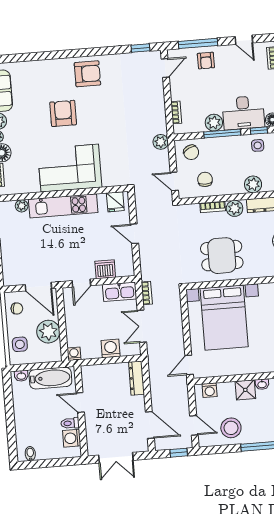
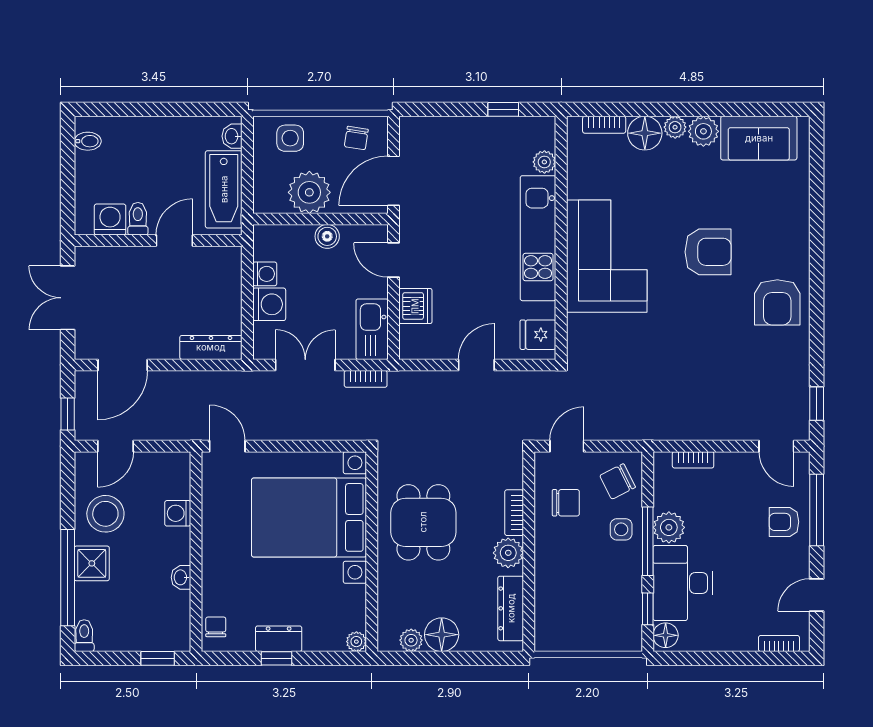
plant: (161, 142) -> (641, 427), removed
side table: (258, 145) -> (621, 529), moved
plant: (253, 184) -> (550, 590), removed
boiler: (71, 320) -> (327, 236), added
washing machine: (74, 354) -> (265, 274), moved
washing machine: (210, 390) -> (178, 513), moved
shower: (245, 390) -> (92, 563), moved

